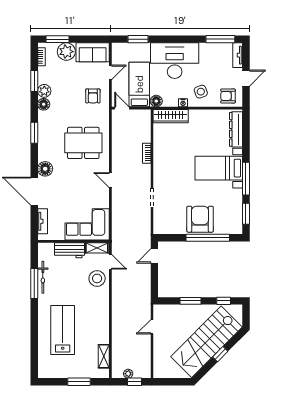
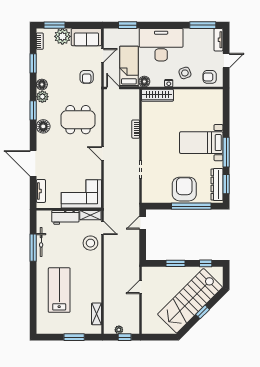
plant: (44, 91) -> (42, 97), moved
dresser: (236, 129) -> (217, 185), moved
floor lamp: (45, 169) -> (43, 126), moved

